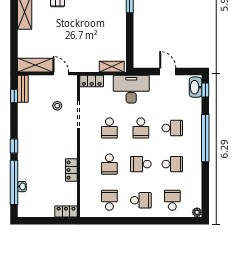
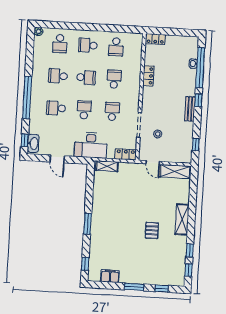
bench: (23, 89) -> (190, 109), moved

